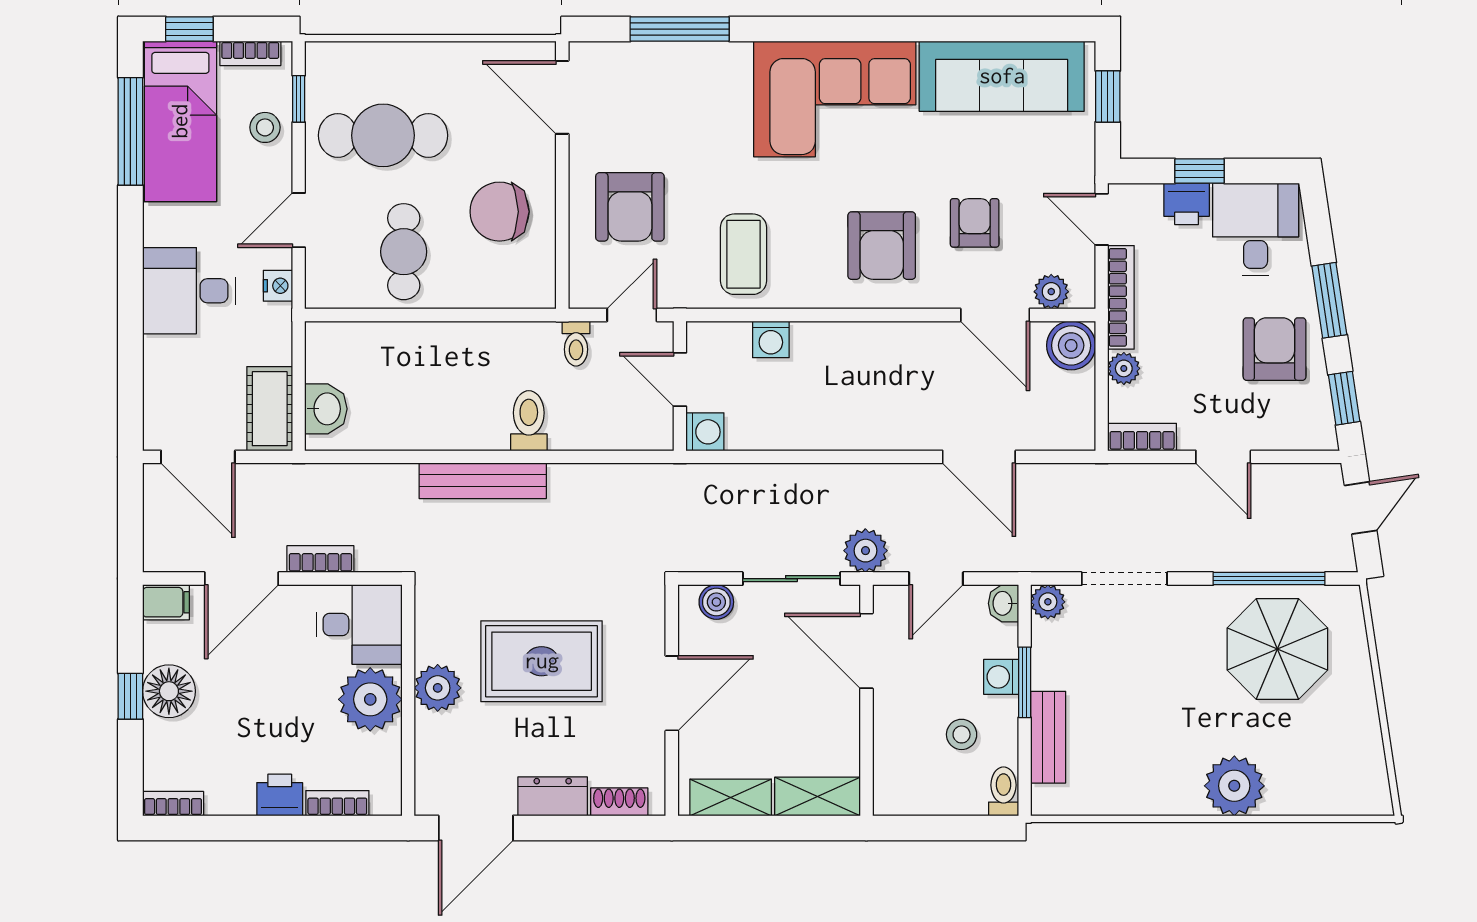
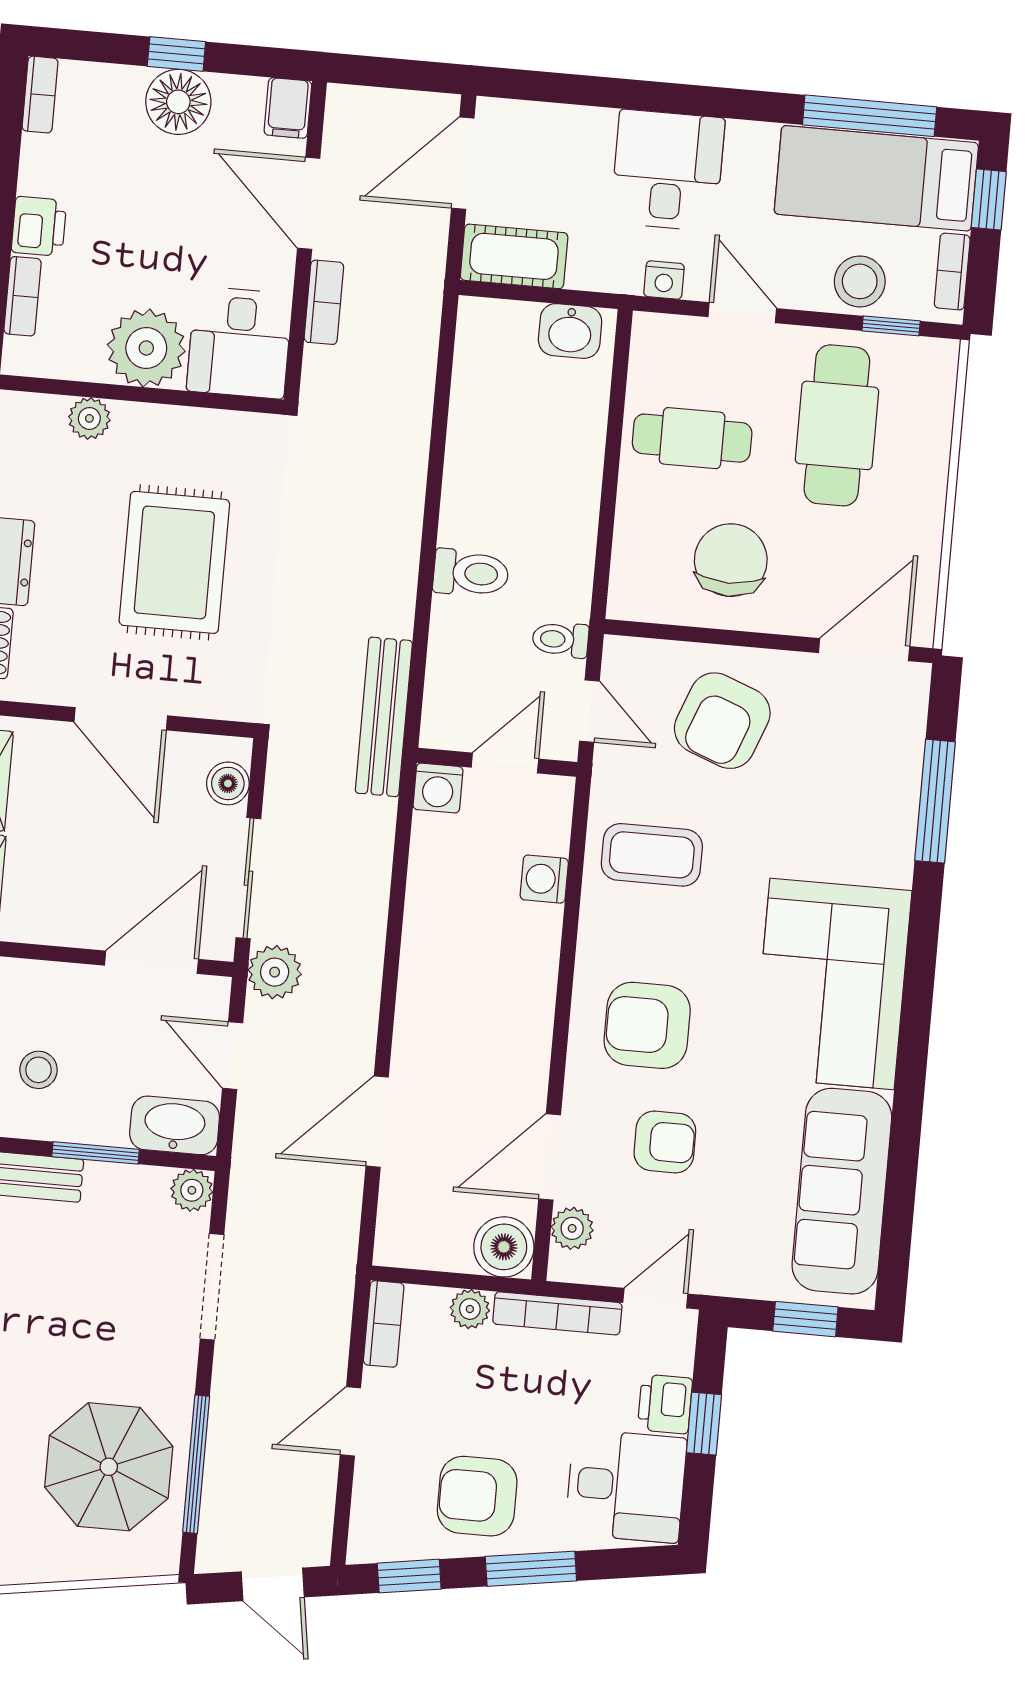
stool: (265, 127) -> (860, 281), width x1.37, depth x1.37
armchair: (630, 207) -> (722, 721), turned -69
armchair: (1275, 349) -> (477, 1496), turned 180
washbasin: (326, 409) -> (570, 331), moved
bench: (483, 481) -> (384, 717), moved
washbasin: (1003, 603) -> (175, 1125), width x1.91, depth x1.45
washing machine: (1001, 677) -> (105, 1125), removed
plant: (438, 688) -> (89, 418), moved, width x0.73, depth x0.73

